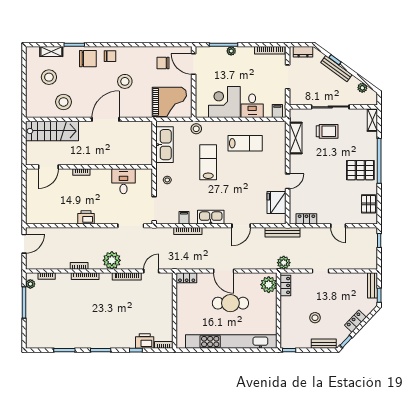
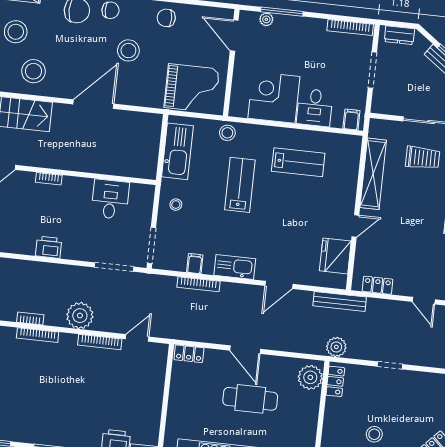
plant: (231, 51) -> (266, 19), moved
chair: (163, 63) -> (166, 18), moved
shelving: (296, 138) -> (373, 174), width x1.47

